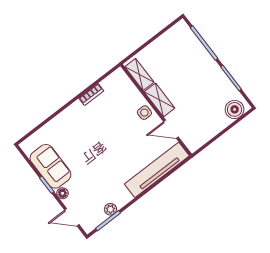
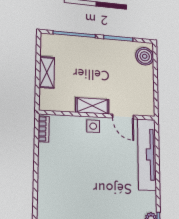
shelving: (139, 74) -> (47, 72), moved, turned 90
bookcase: (91, 94) -> (44, 129), moved
door: (171, 129) -> (123, 117), hinge flipped

